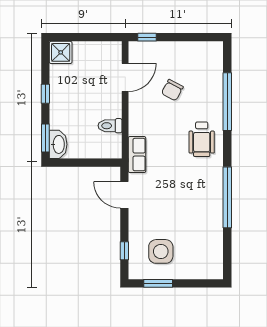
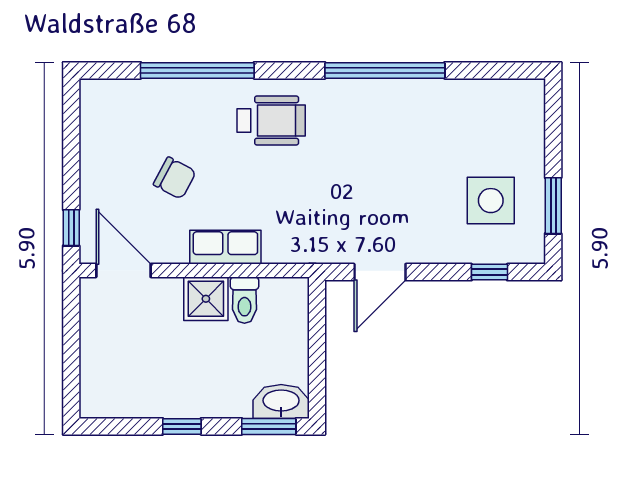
shower: (61, 52) -> (206, 299), moved
door: (125, 77) -> (123, 271), moved
row of seats: (137, 155) -> (225, 247), moved

